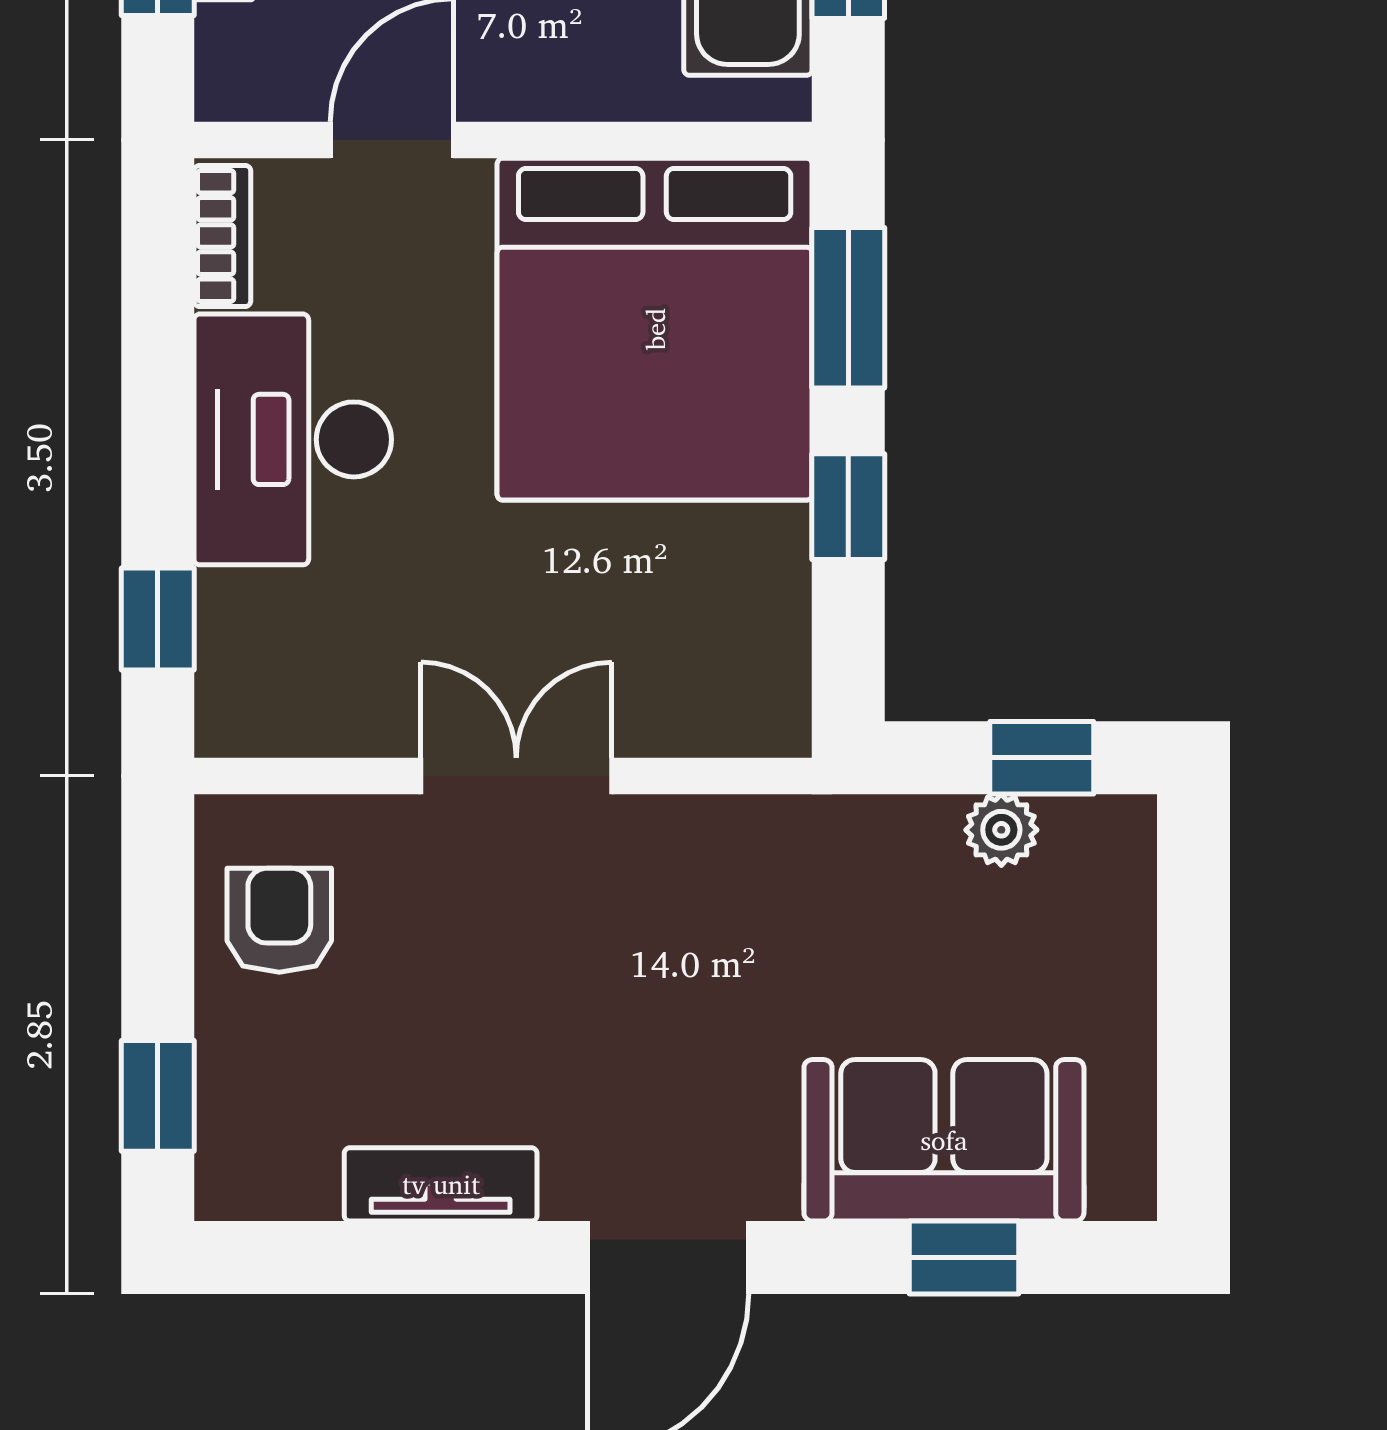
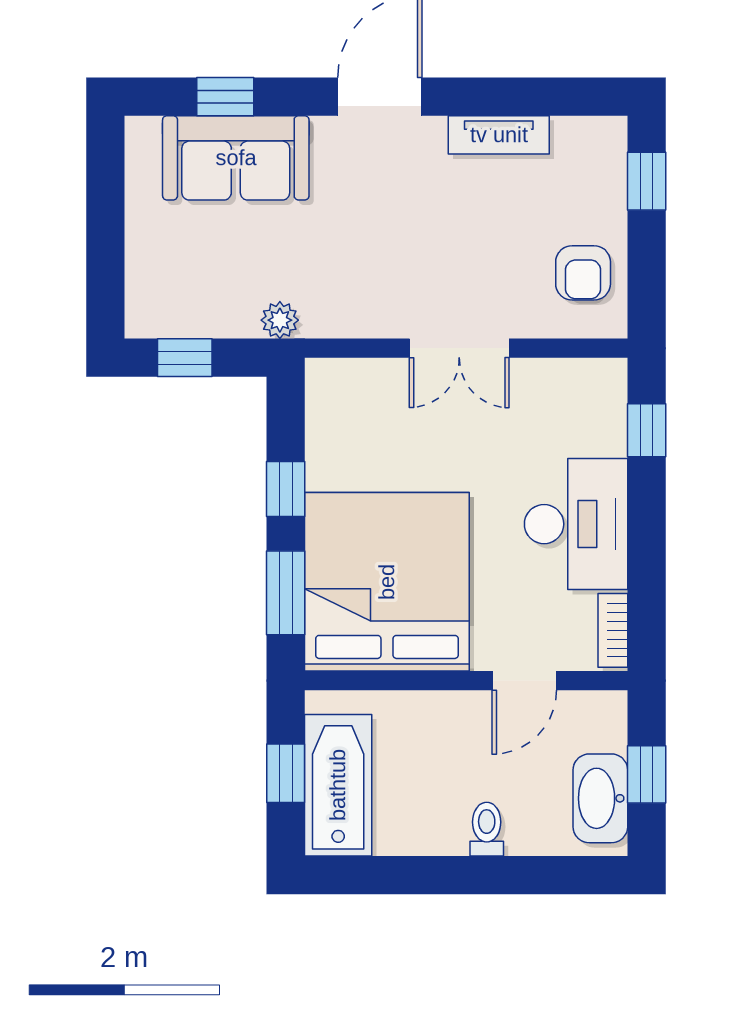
plant: (1001, 830) -> (280, 320), moved

